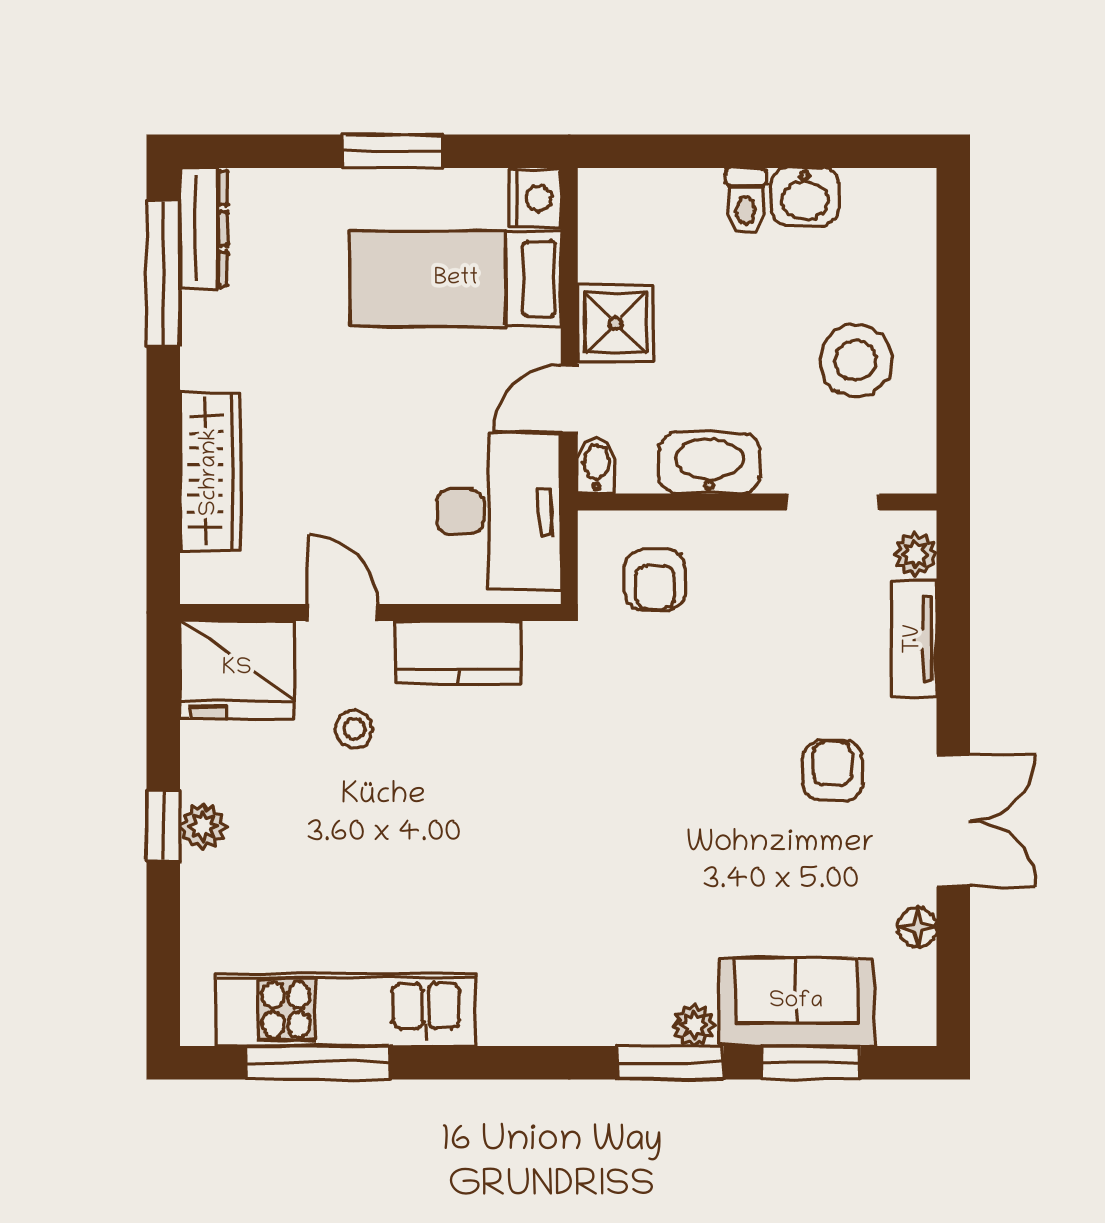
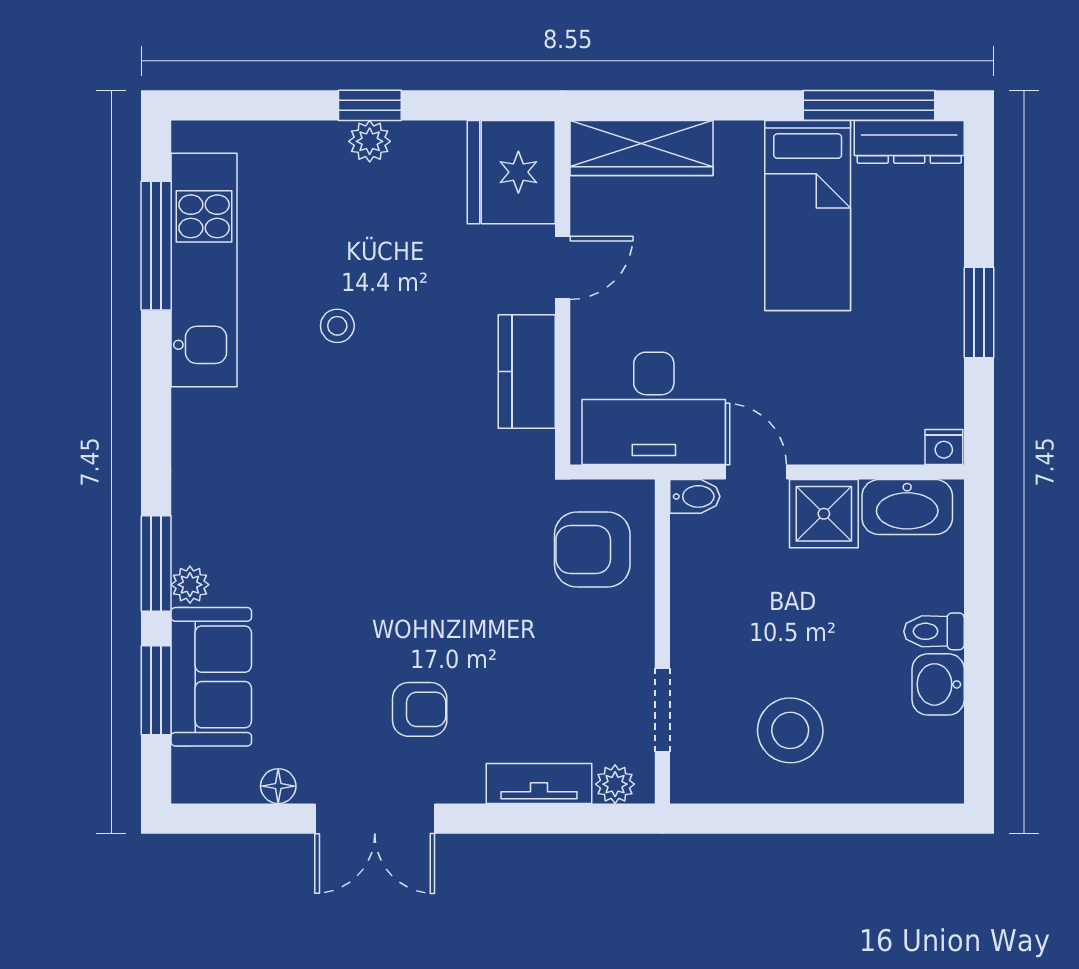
nightstand: (535, 198) -> (944, 447), width x0.72, depth x0.74
bed: (456, 279) -> (808, 216), moved, turned 180
washbasin: (709, 463) -> (907, 507), moved, turned 90
wardrobe: (210, 472) -> (641, 148), moved
armchair: (655, 580) -> (592, 550), width x1.38, depth x1.38
stool: (354, 729) -> (337, 326), moved

